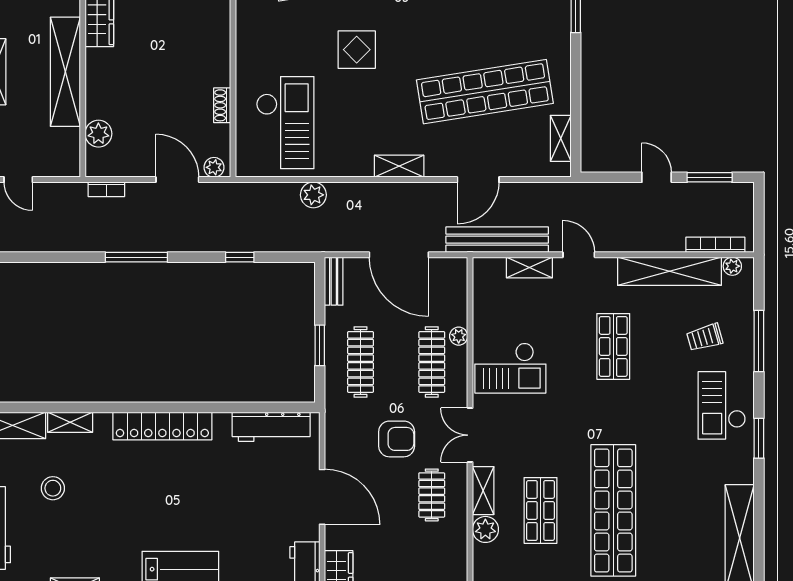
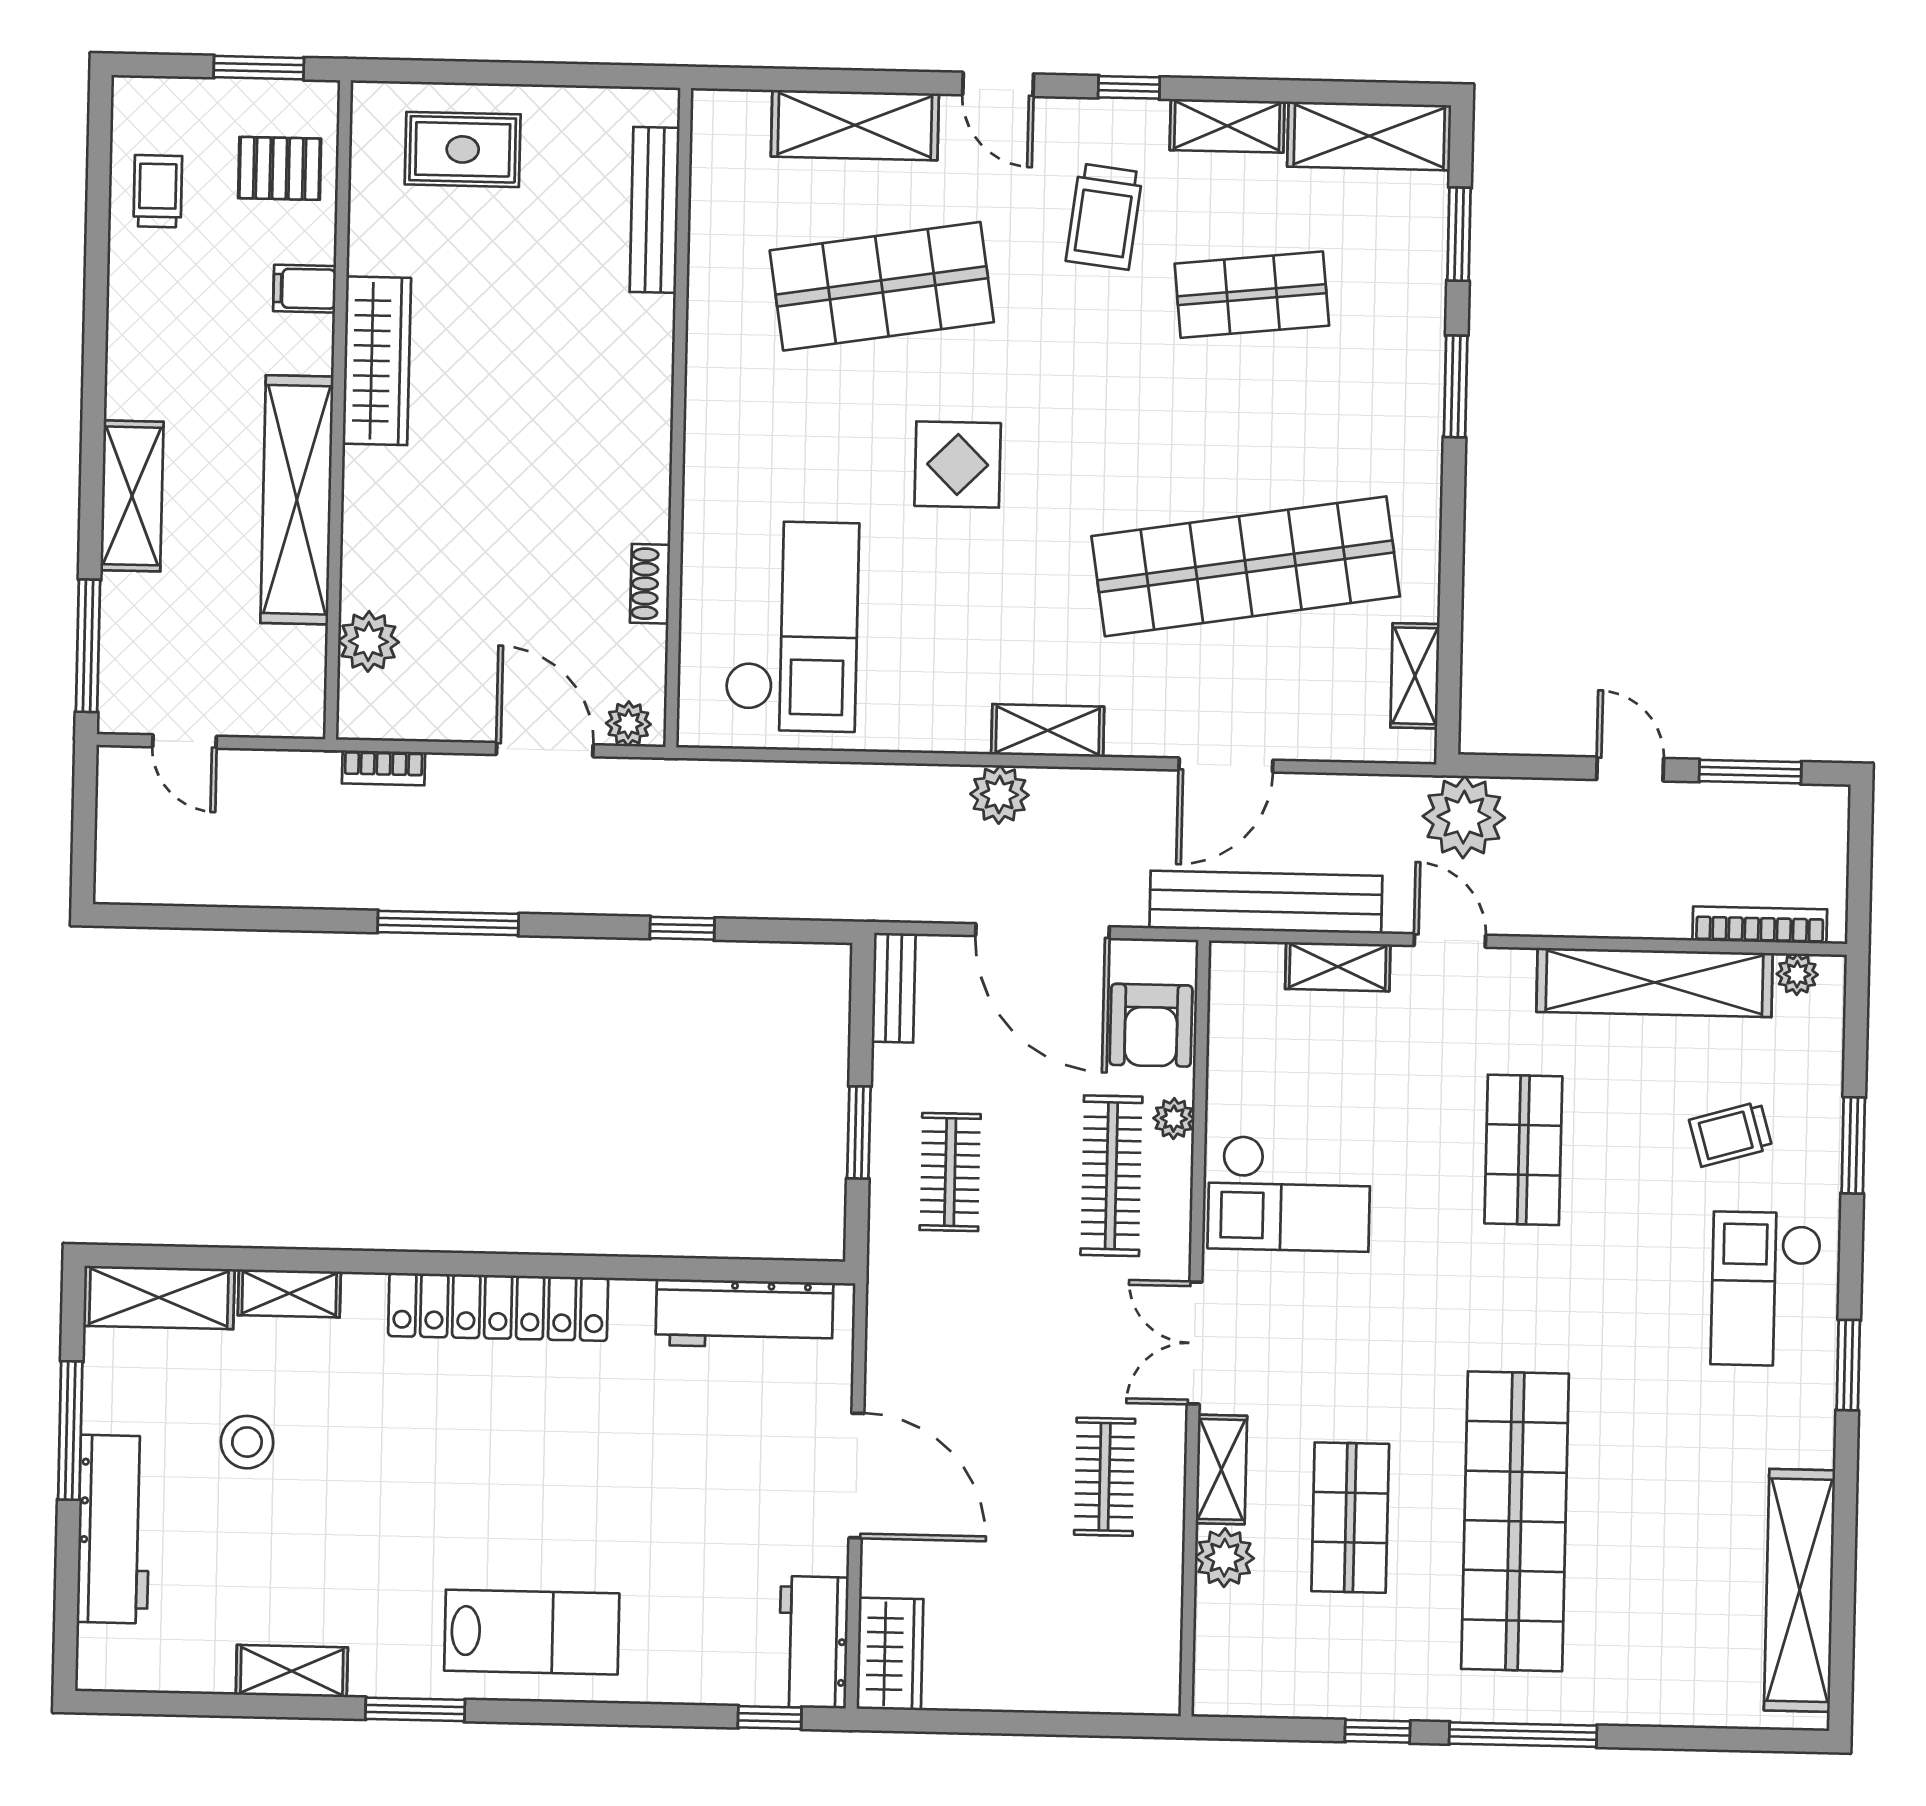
plant: (313, 195) -> (999, 795), moved
plant: (584, 200) -> (1464, 817), added
window: (759, 341) -> (1853, 1145), width x0.69
clothes rail: (360, 362) -> (950, 1172), width x0.73
armchair: (397, 439) -> (1151, 1025), moved, turned 90

